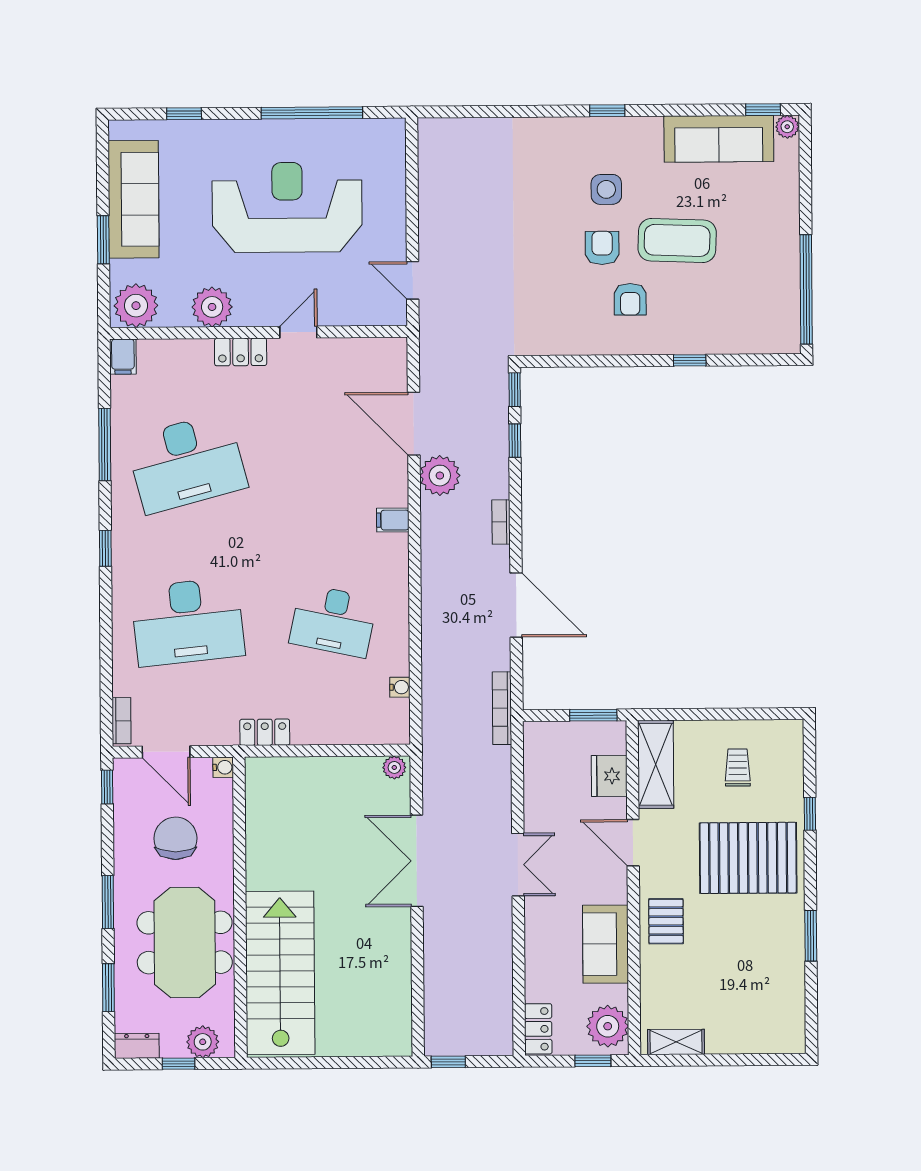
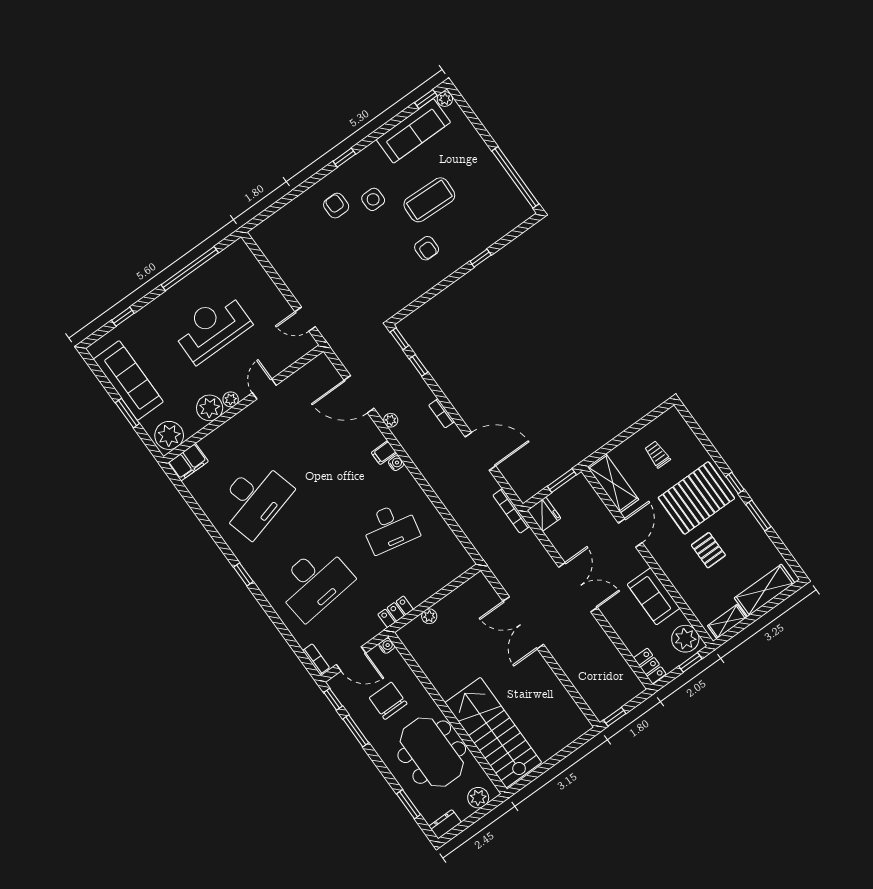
reception desk: (287, 207) -> (212, 328), width x0.74, depth x0.77
armchair: (602, 248) -> (336, 206), moved
plant: (246, 315) -> (231, 399), added
locker: (241, 352) -> (241, 421), removed
filing cabinet: (123, 357) -> (188, 462), width x2.00
window: (105, 444) -> (204, 520), removed
plant: (440, 476) -> (391, 420), width x0.53, depth x0.53
water cooler: (400, 687) -> (396, 463), moved
plant: (394, 767) -> (429, 616), moved
fridge: (609, 776) -> (544, 514), moved, turned 180
window: (810, 814) -> (735, 483), moved
door: (633, 843) -> (630, 533), swing flipped
double door: (518, 865) -> (578, 587), width x1.37
window: (108, 902) -> (356, 731), moved
pallet: (666, 921) -> (708, 550), moved
shelving: (751, 1036) -> (765, 590), added
window: (178, 1064) -> (474, 818), removed

